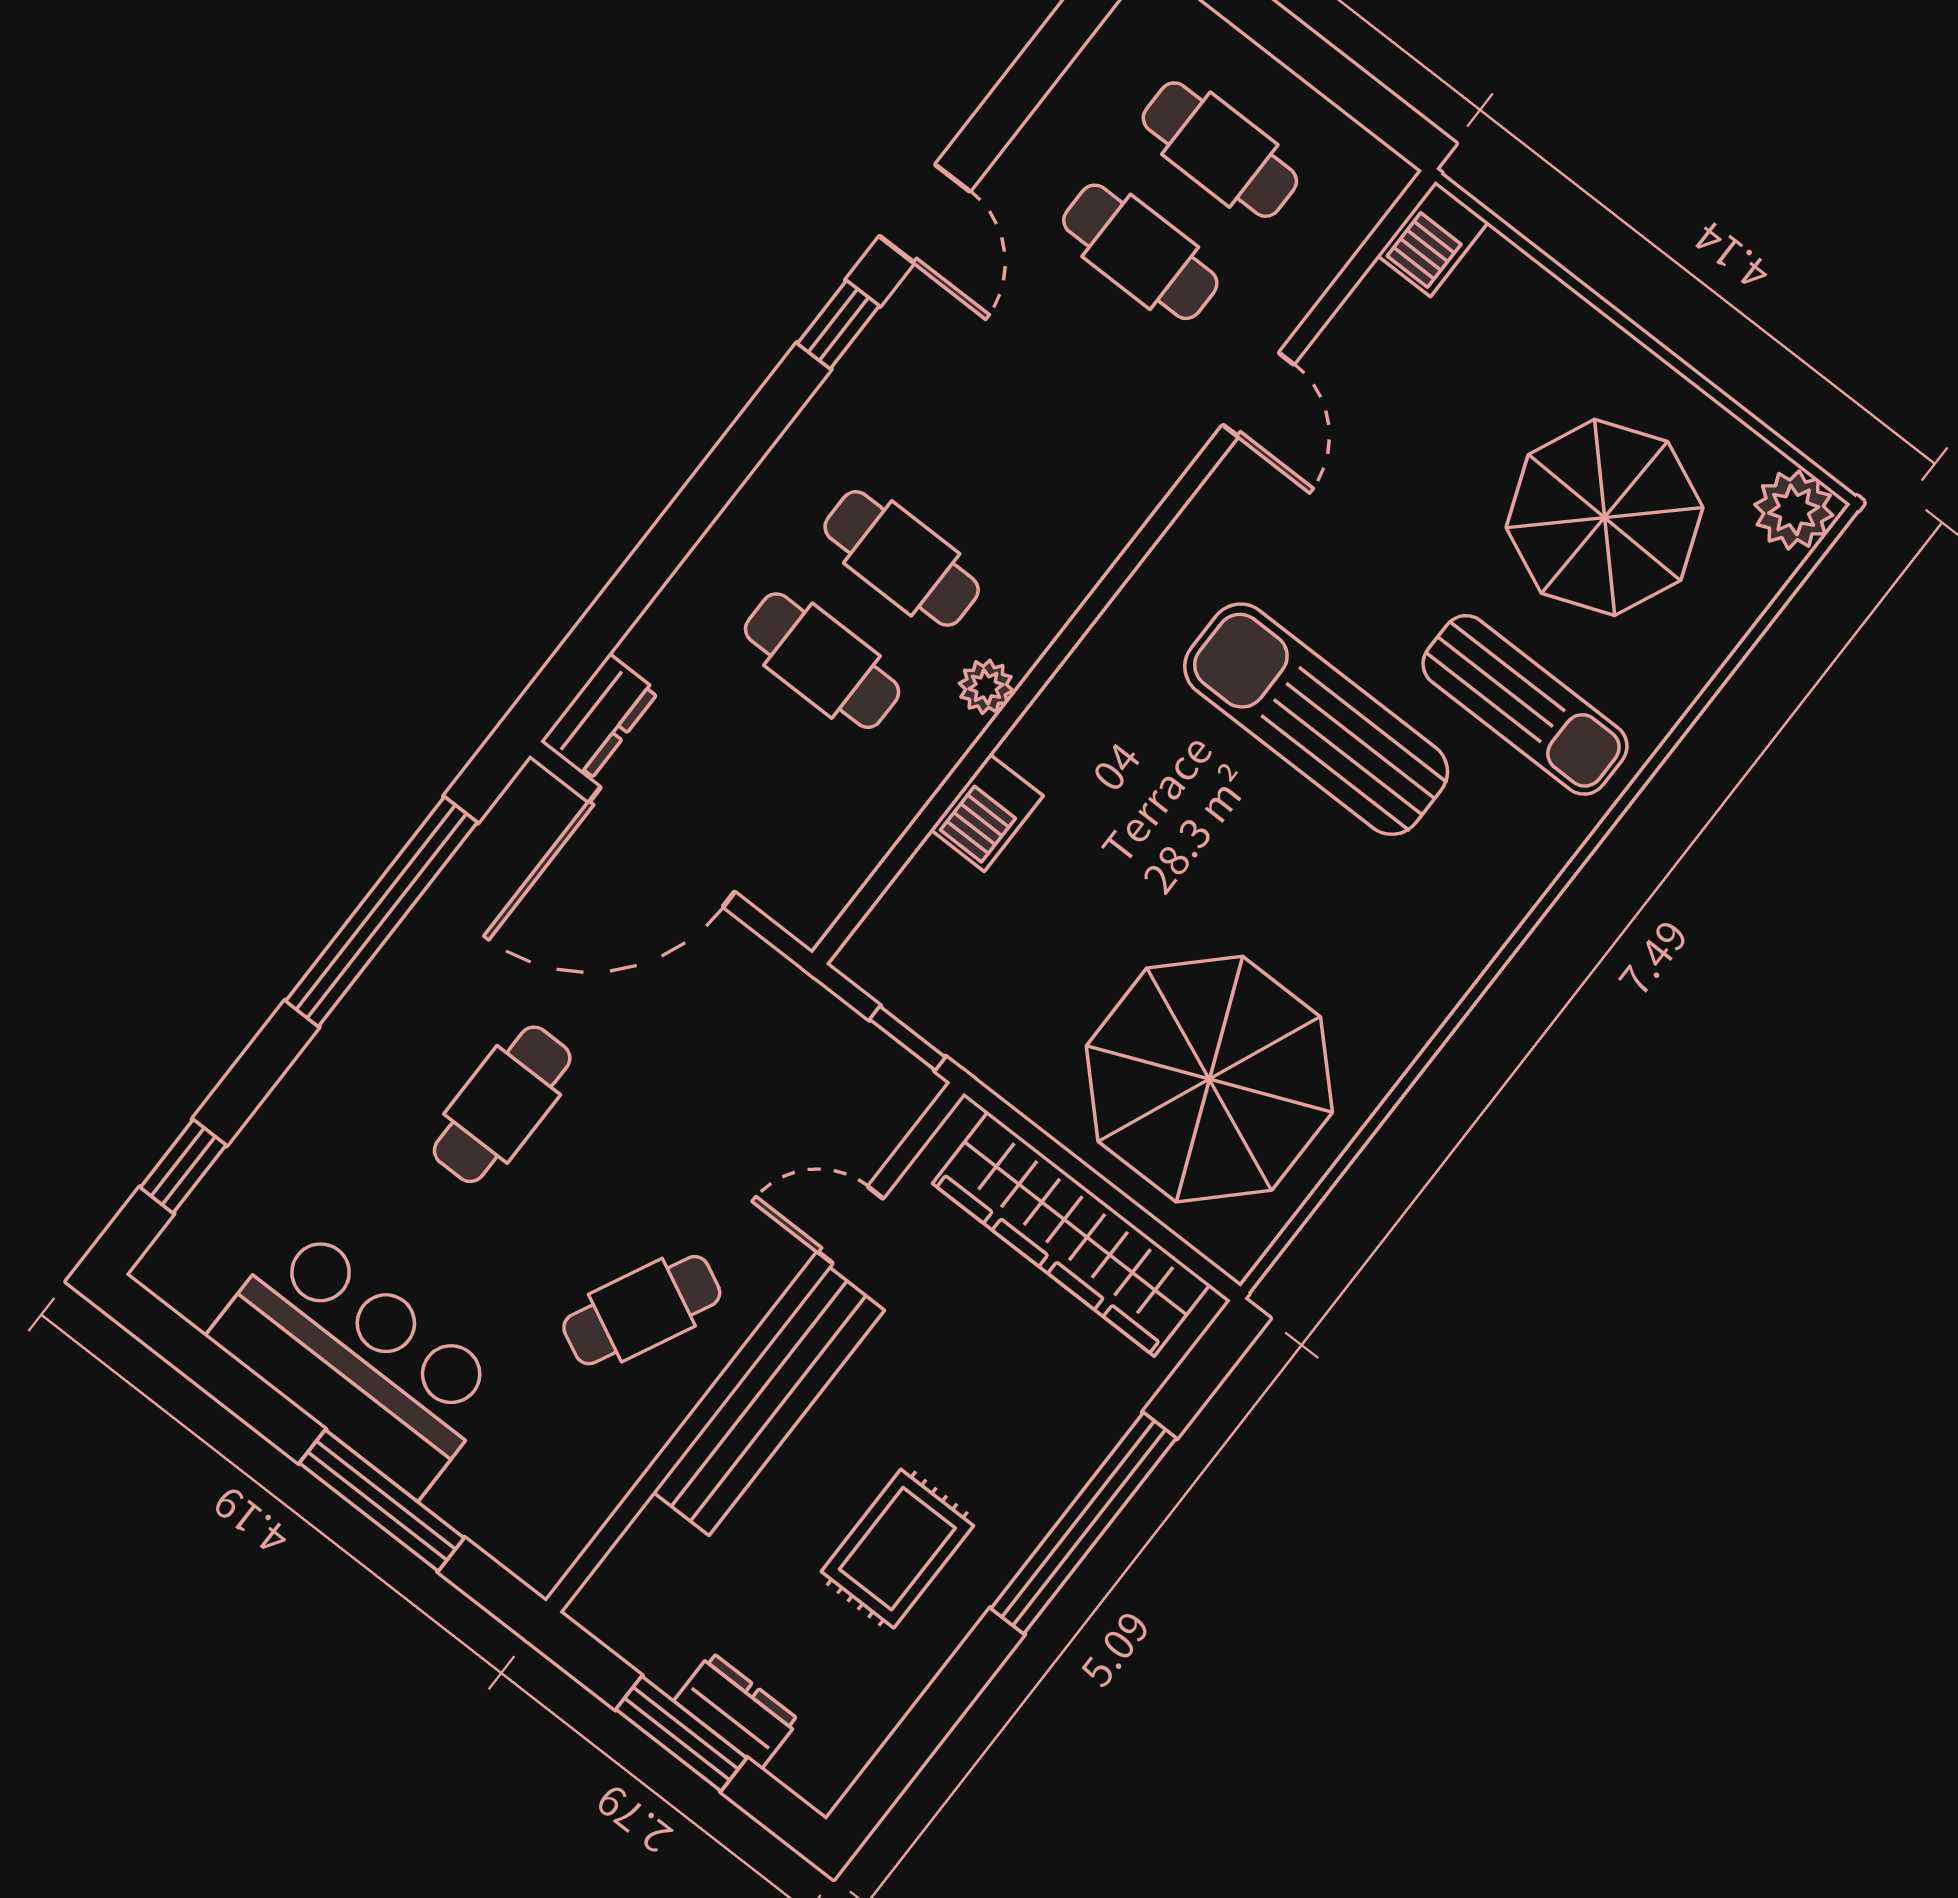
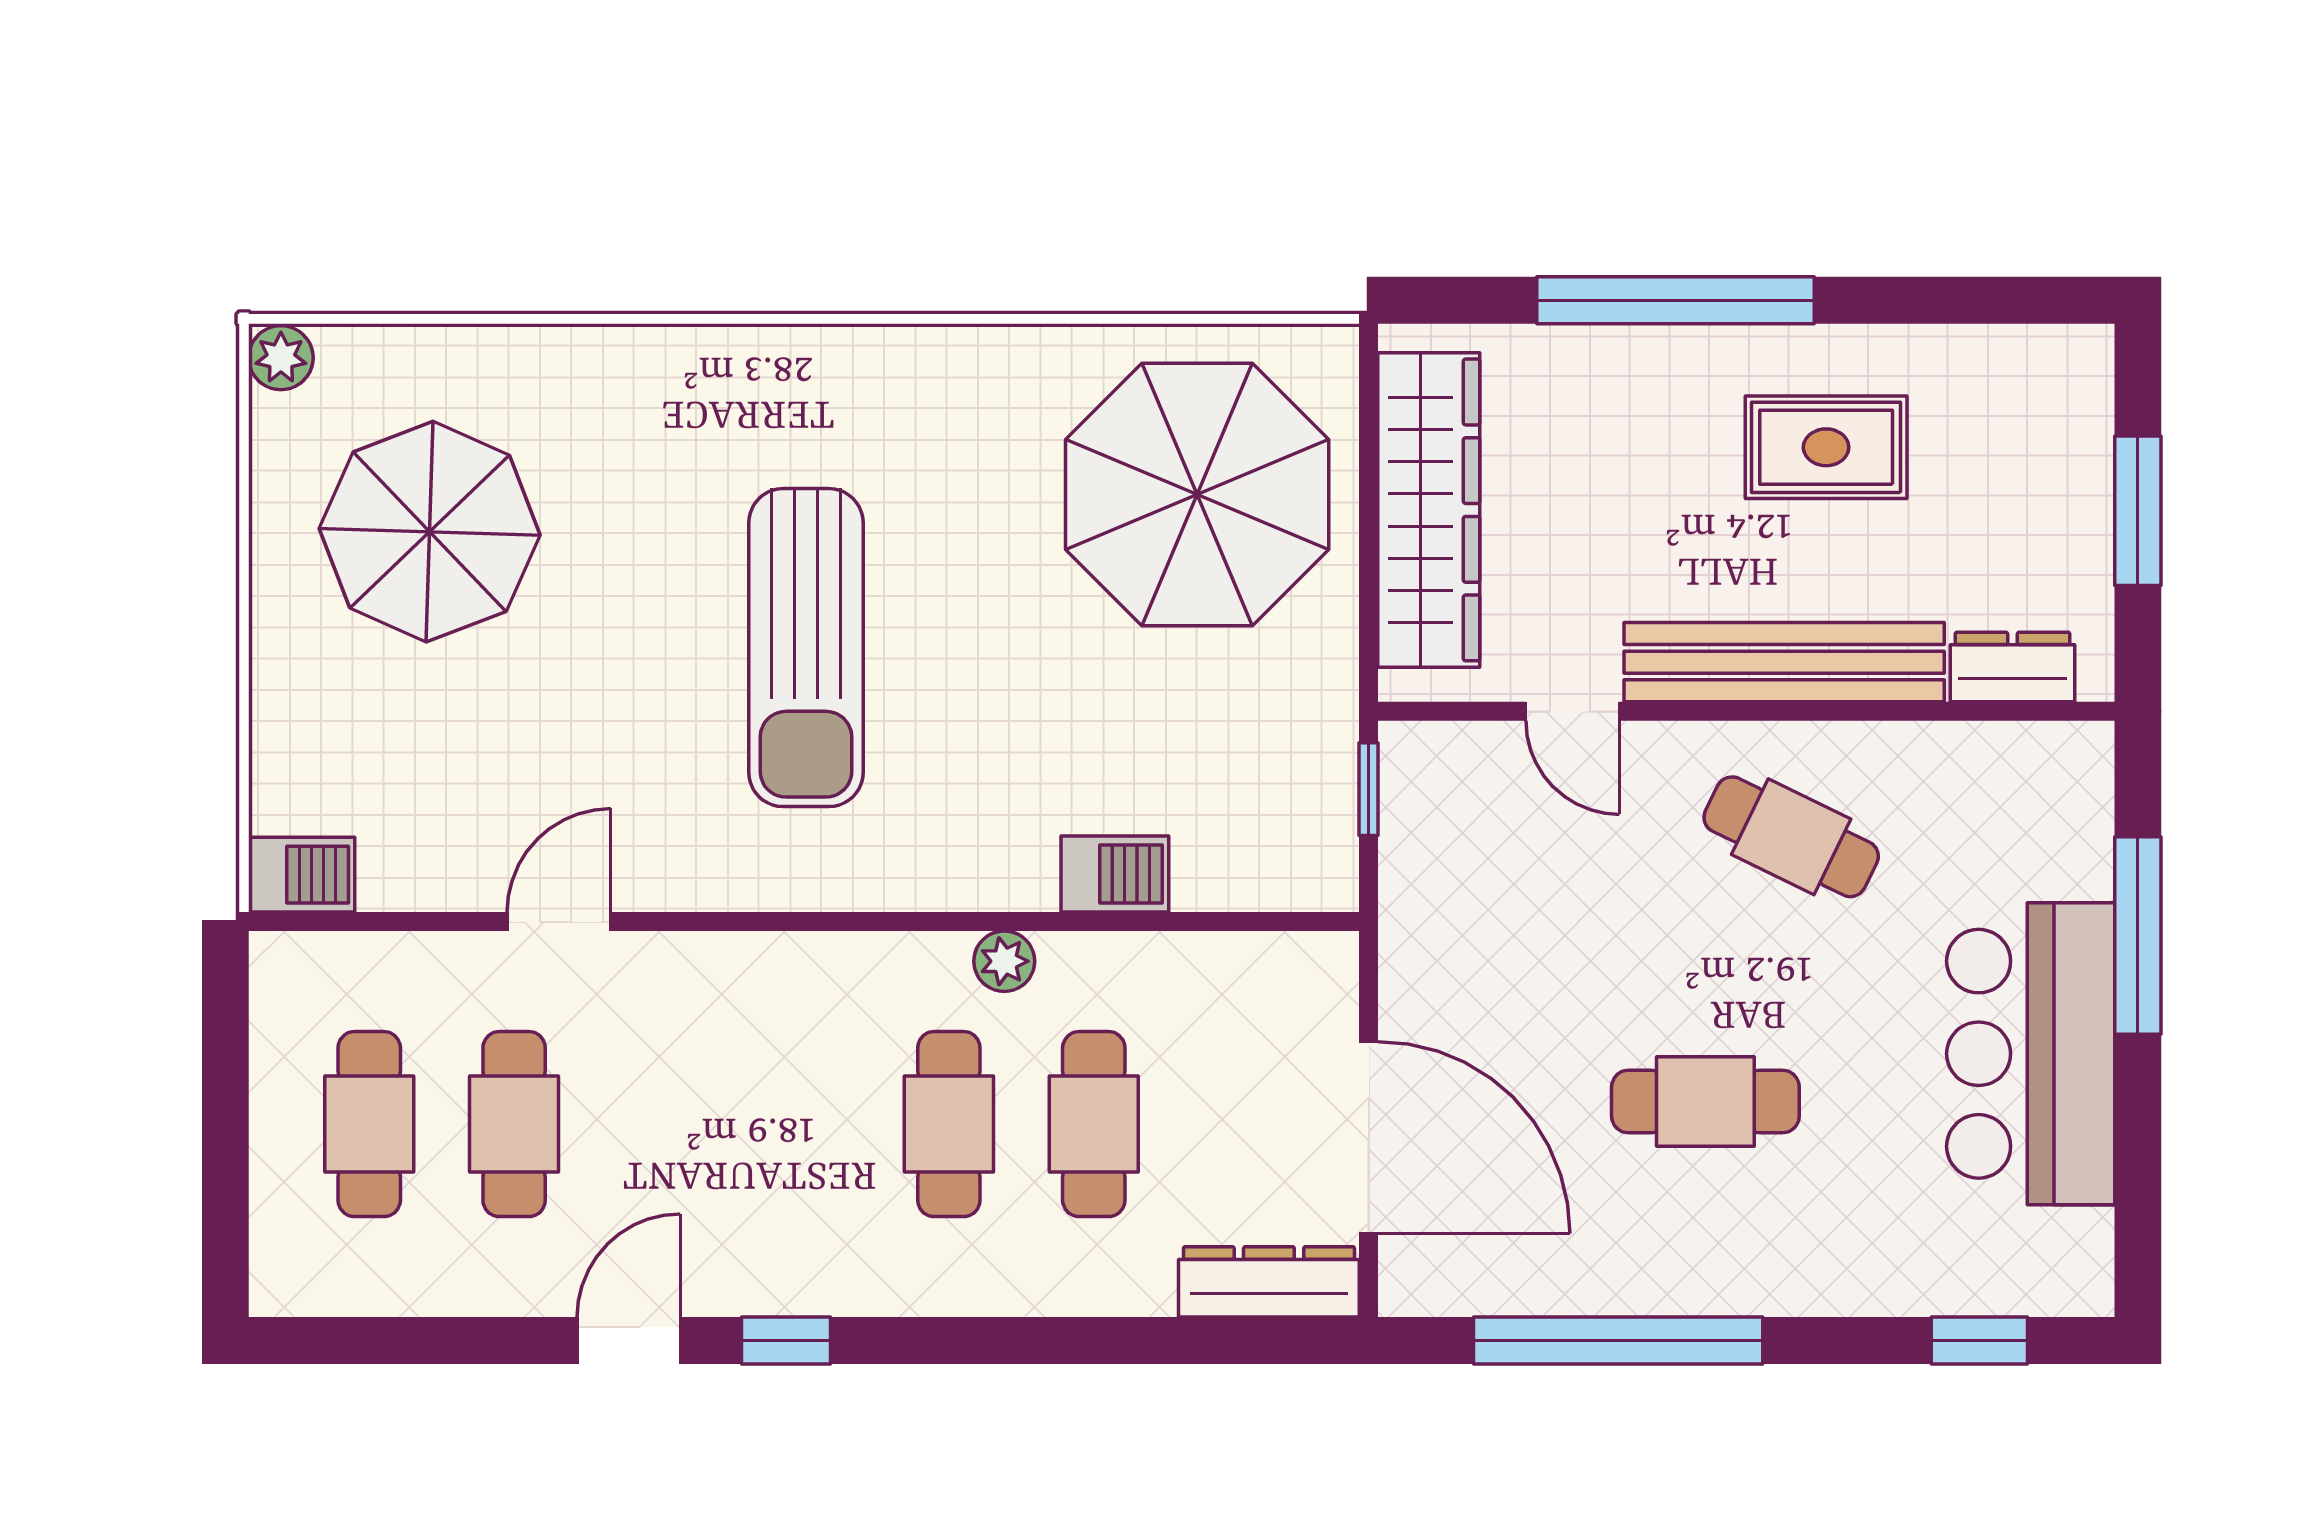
plant: (1794, 510) -> (281, 358), width x0.73, depth x0.73
sun lounger: (1525, 705) -> (650, 473), removed
dresser: (600, 717) -> (1269, 1282), width x1.44
dresser: (736, 1711) -> (2013, 667), moved, turned 90

